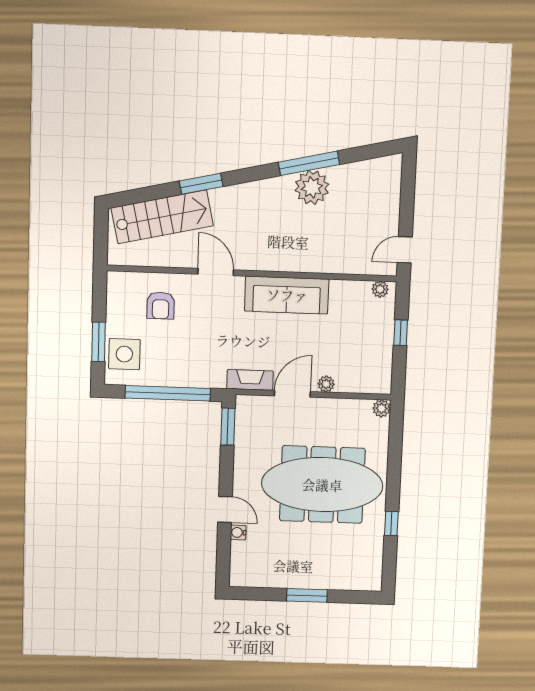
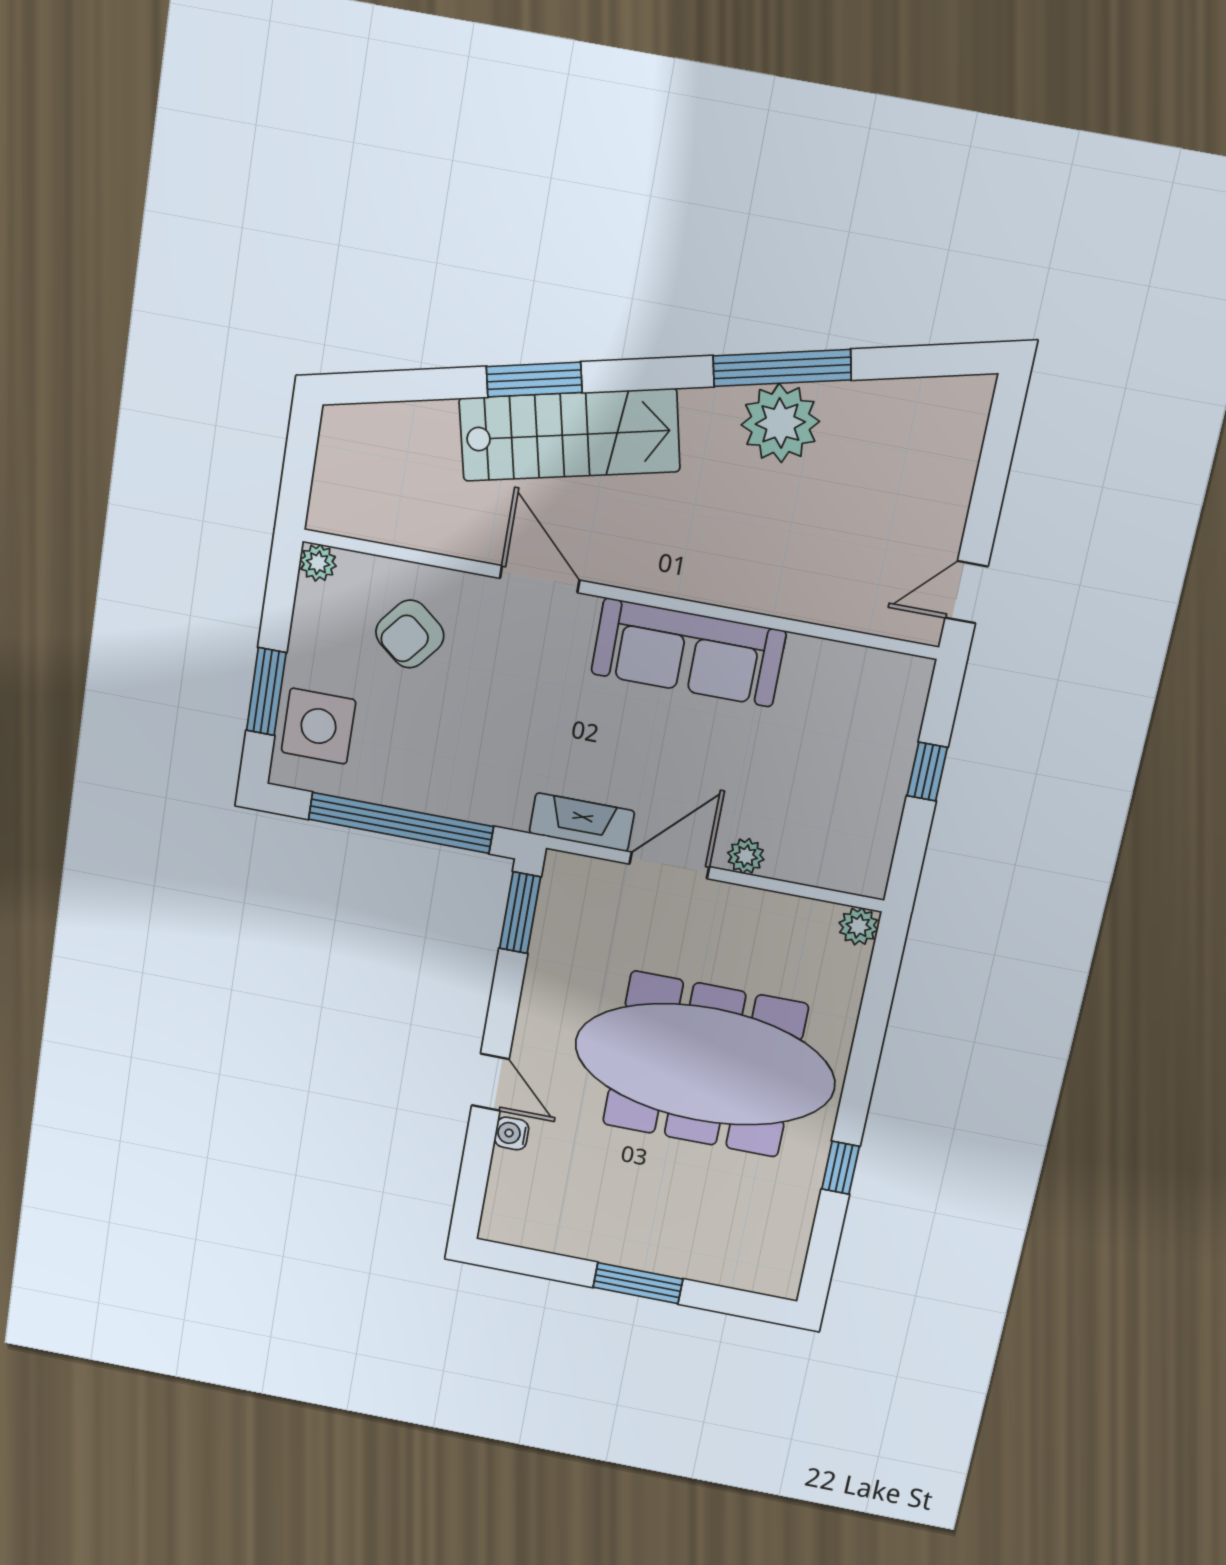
stairs: (162, 217) -> (569, 435), moved
plant: (380, 289) -> (318, 563), moved
armchair: (161, 305) -> (410, 634), turned 39

